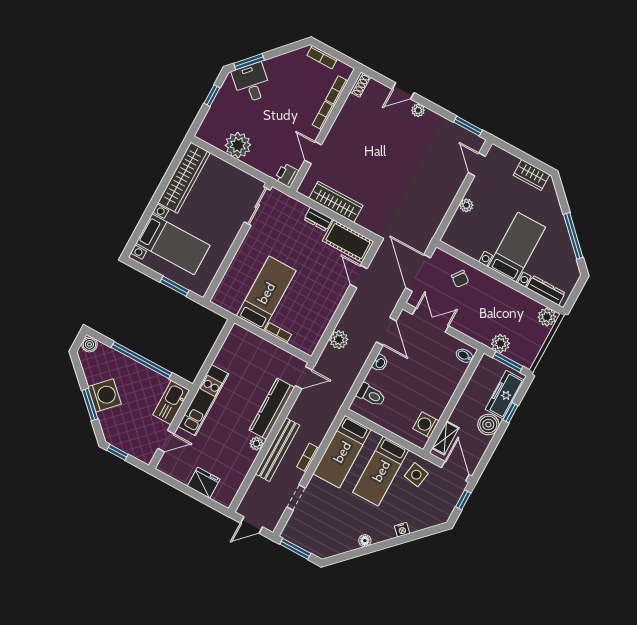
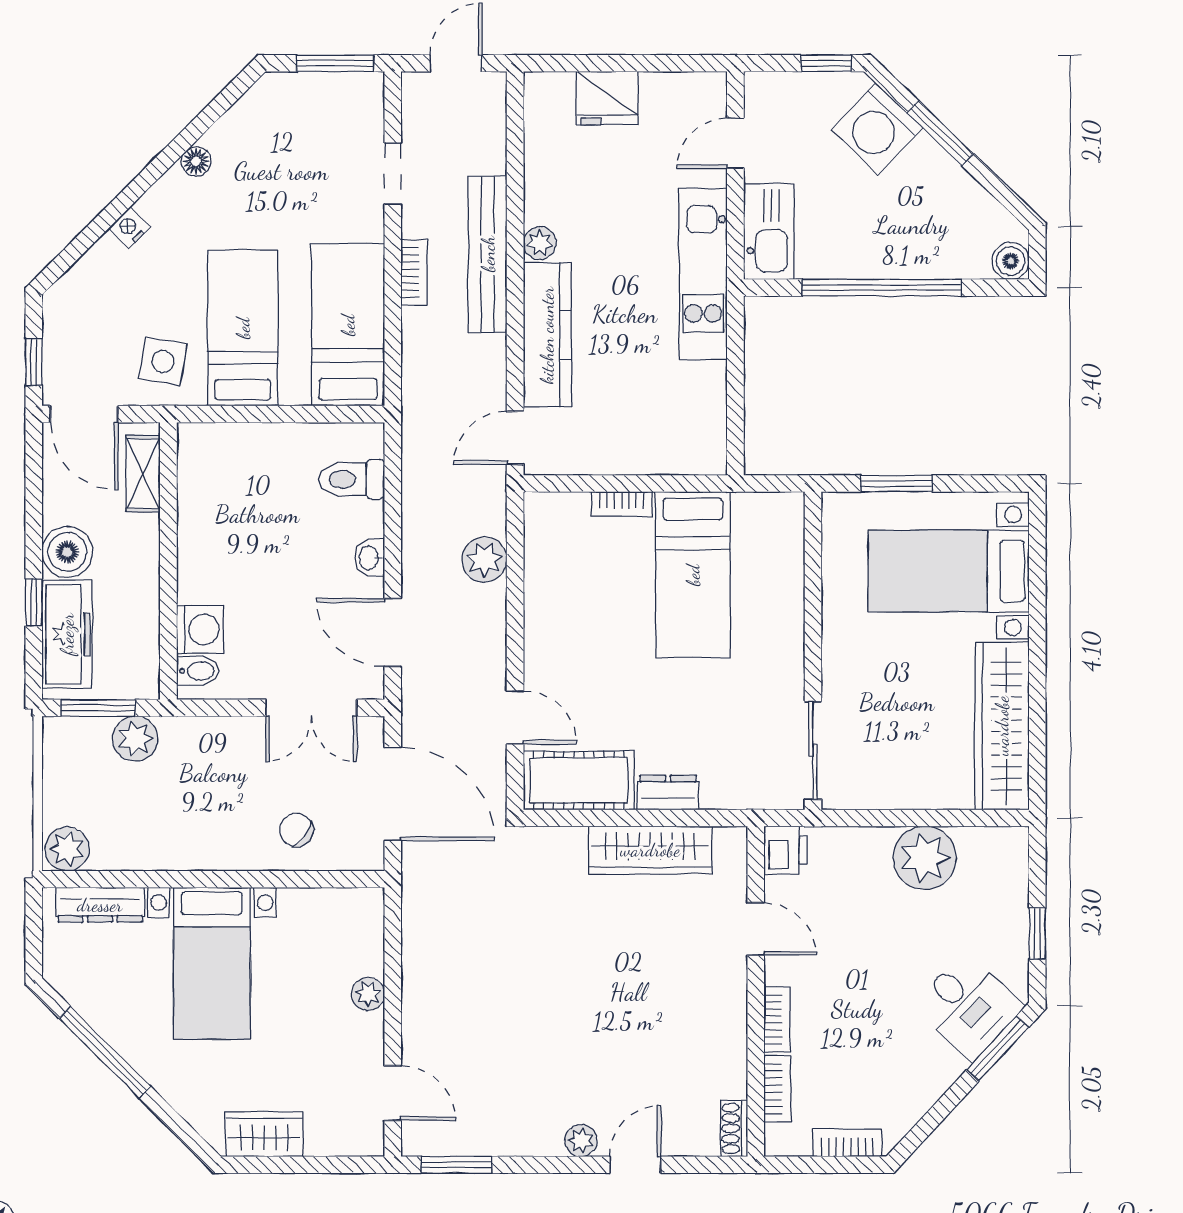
washing machine: (104, 395) -> (877, 129), moved
washing machine: (426, 425) -> (200, 630), moved

